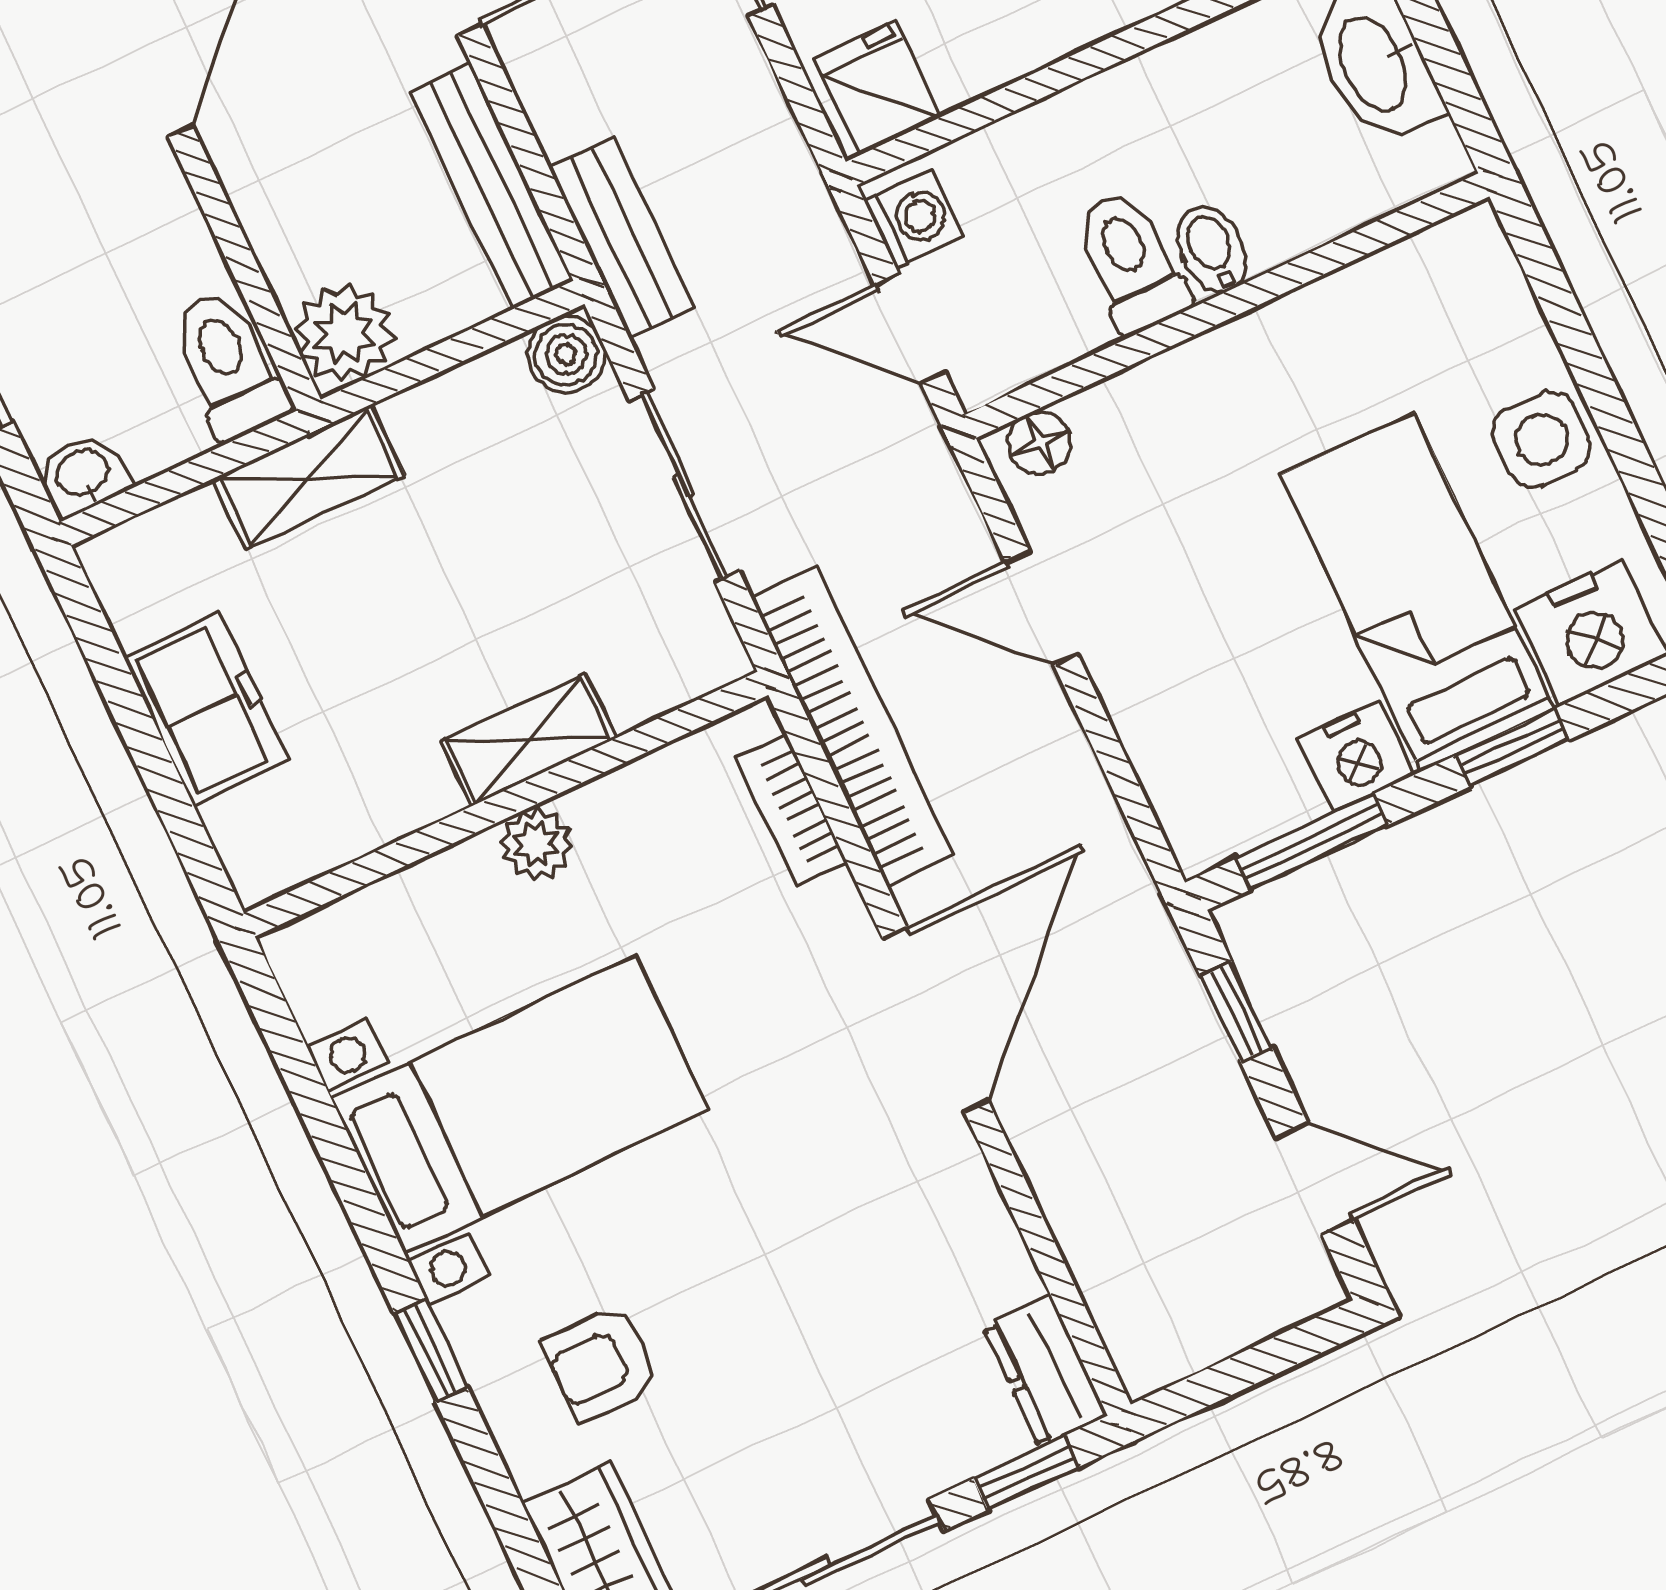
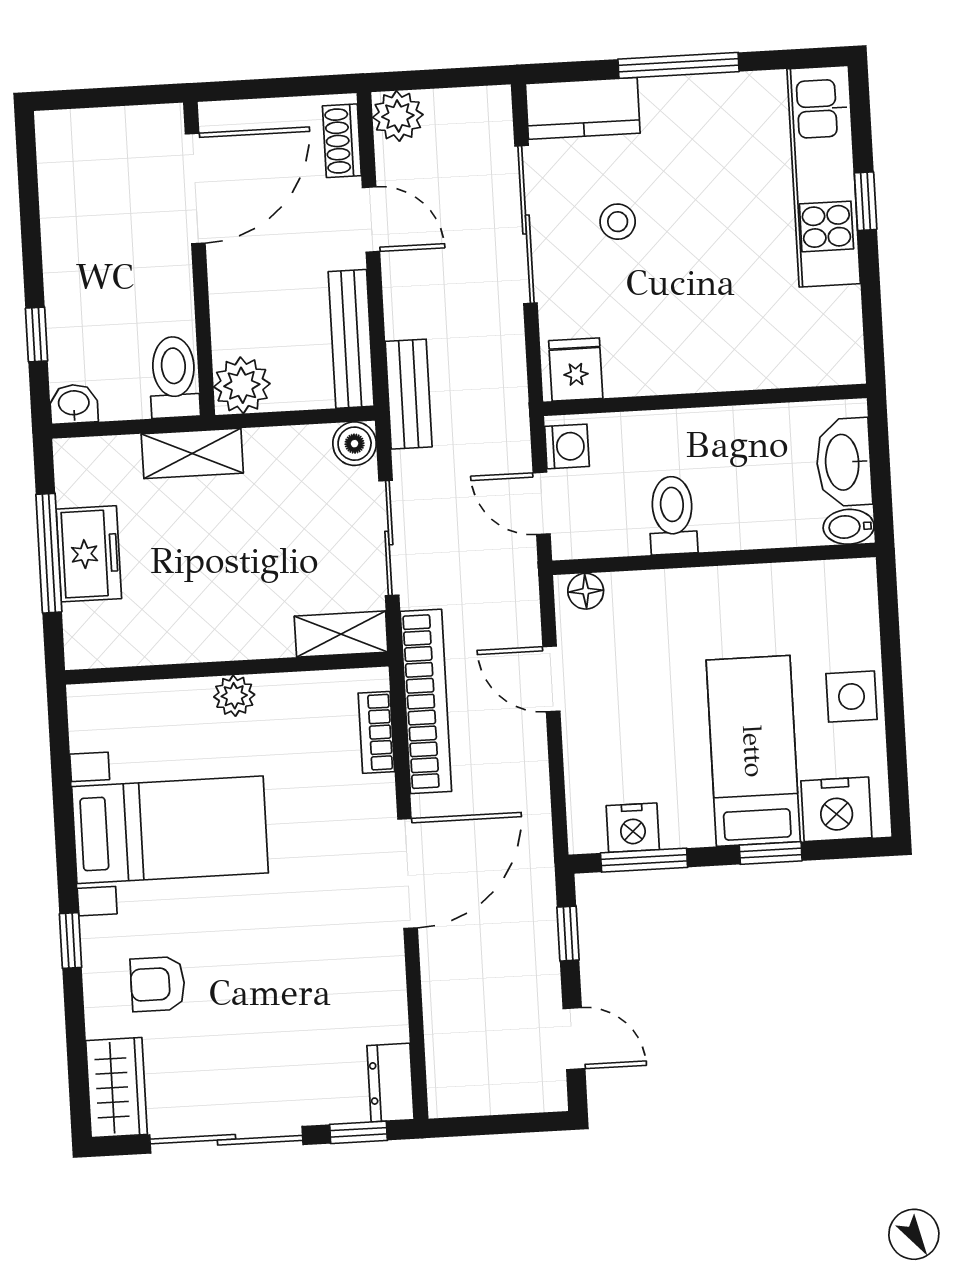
bidet: (1212, 249) -> (849, 527), moved, turned -90
window: (141, 734) -> (49, 553), added
shelving: (528, 740) -> (341, 634), moved
nightstand: (1356, 757) -> (633, 828), moved

